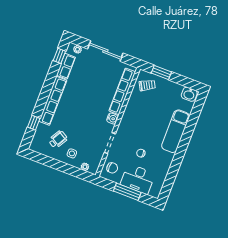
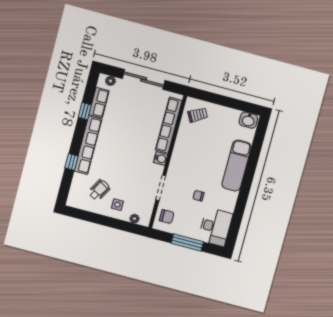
window: (59, 56) -> (85, 111), moved
window: (161, 73) -> (213, 98), removed
window: (34, 123) -> (72, 162), moved
desk: (138, 179) -> (215, 227), moved, turned -90

